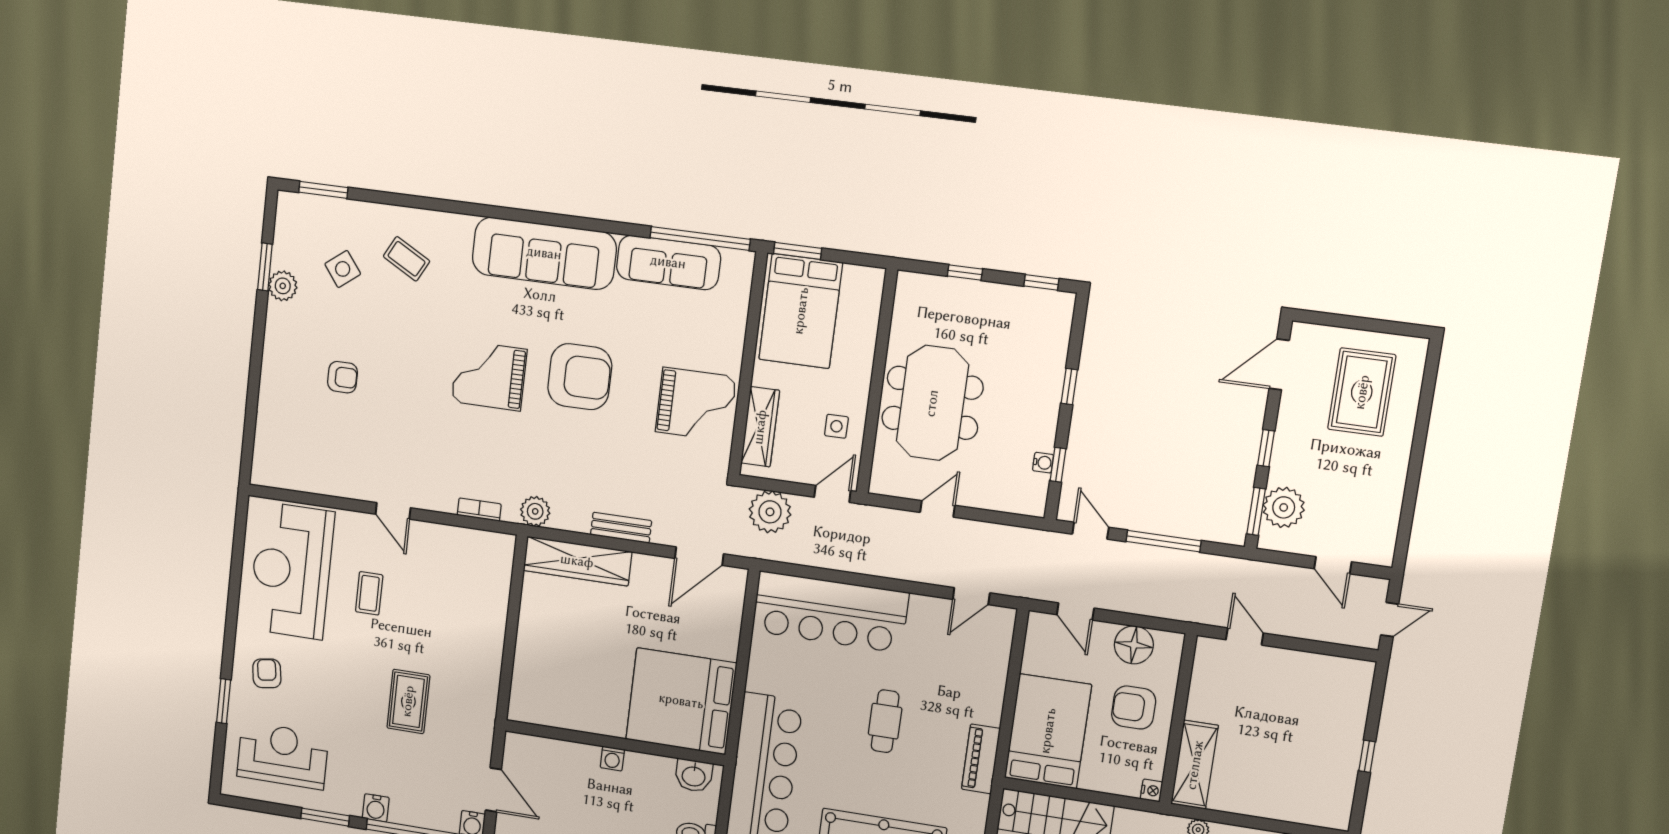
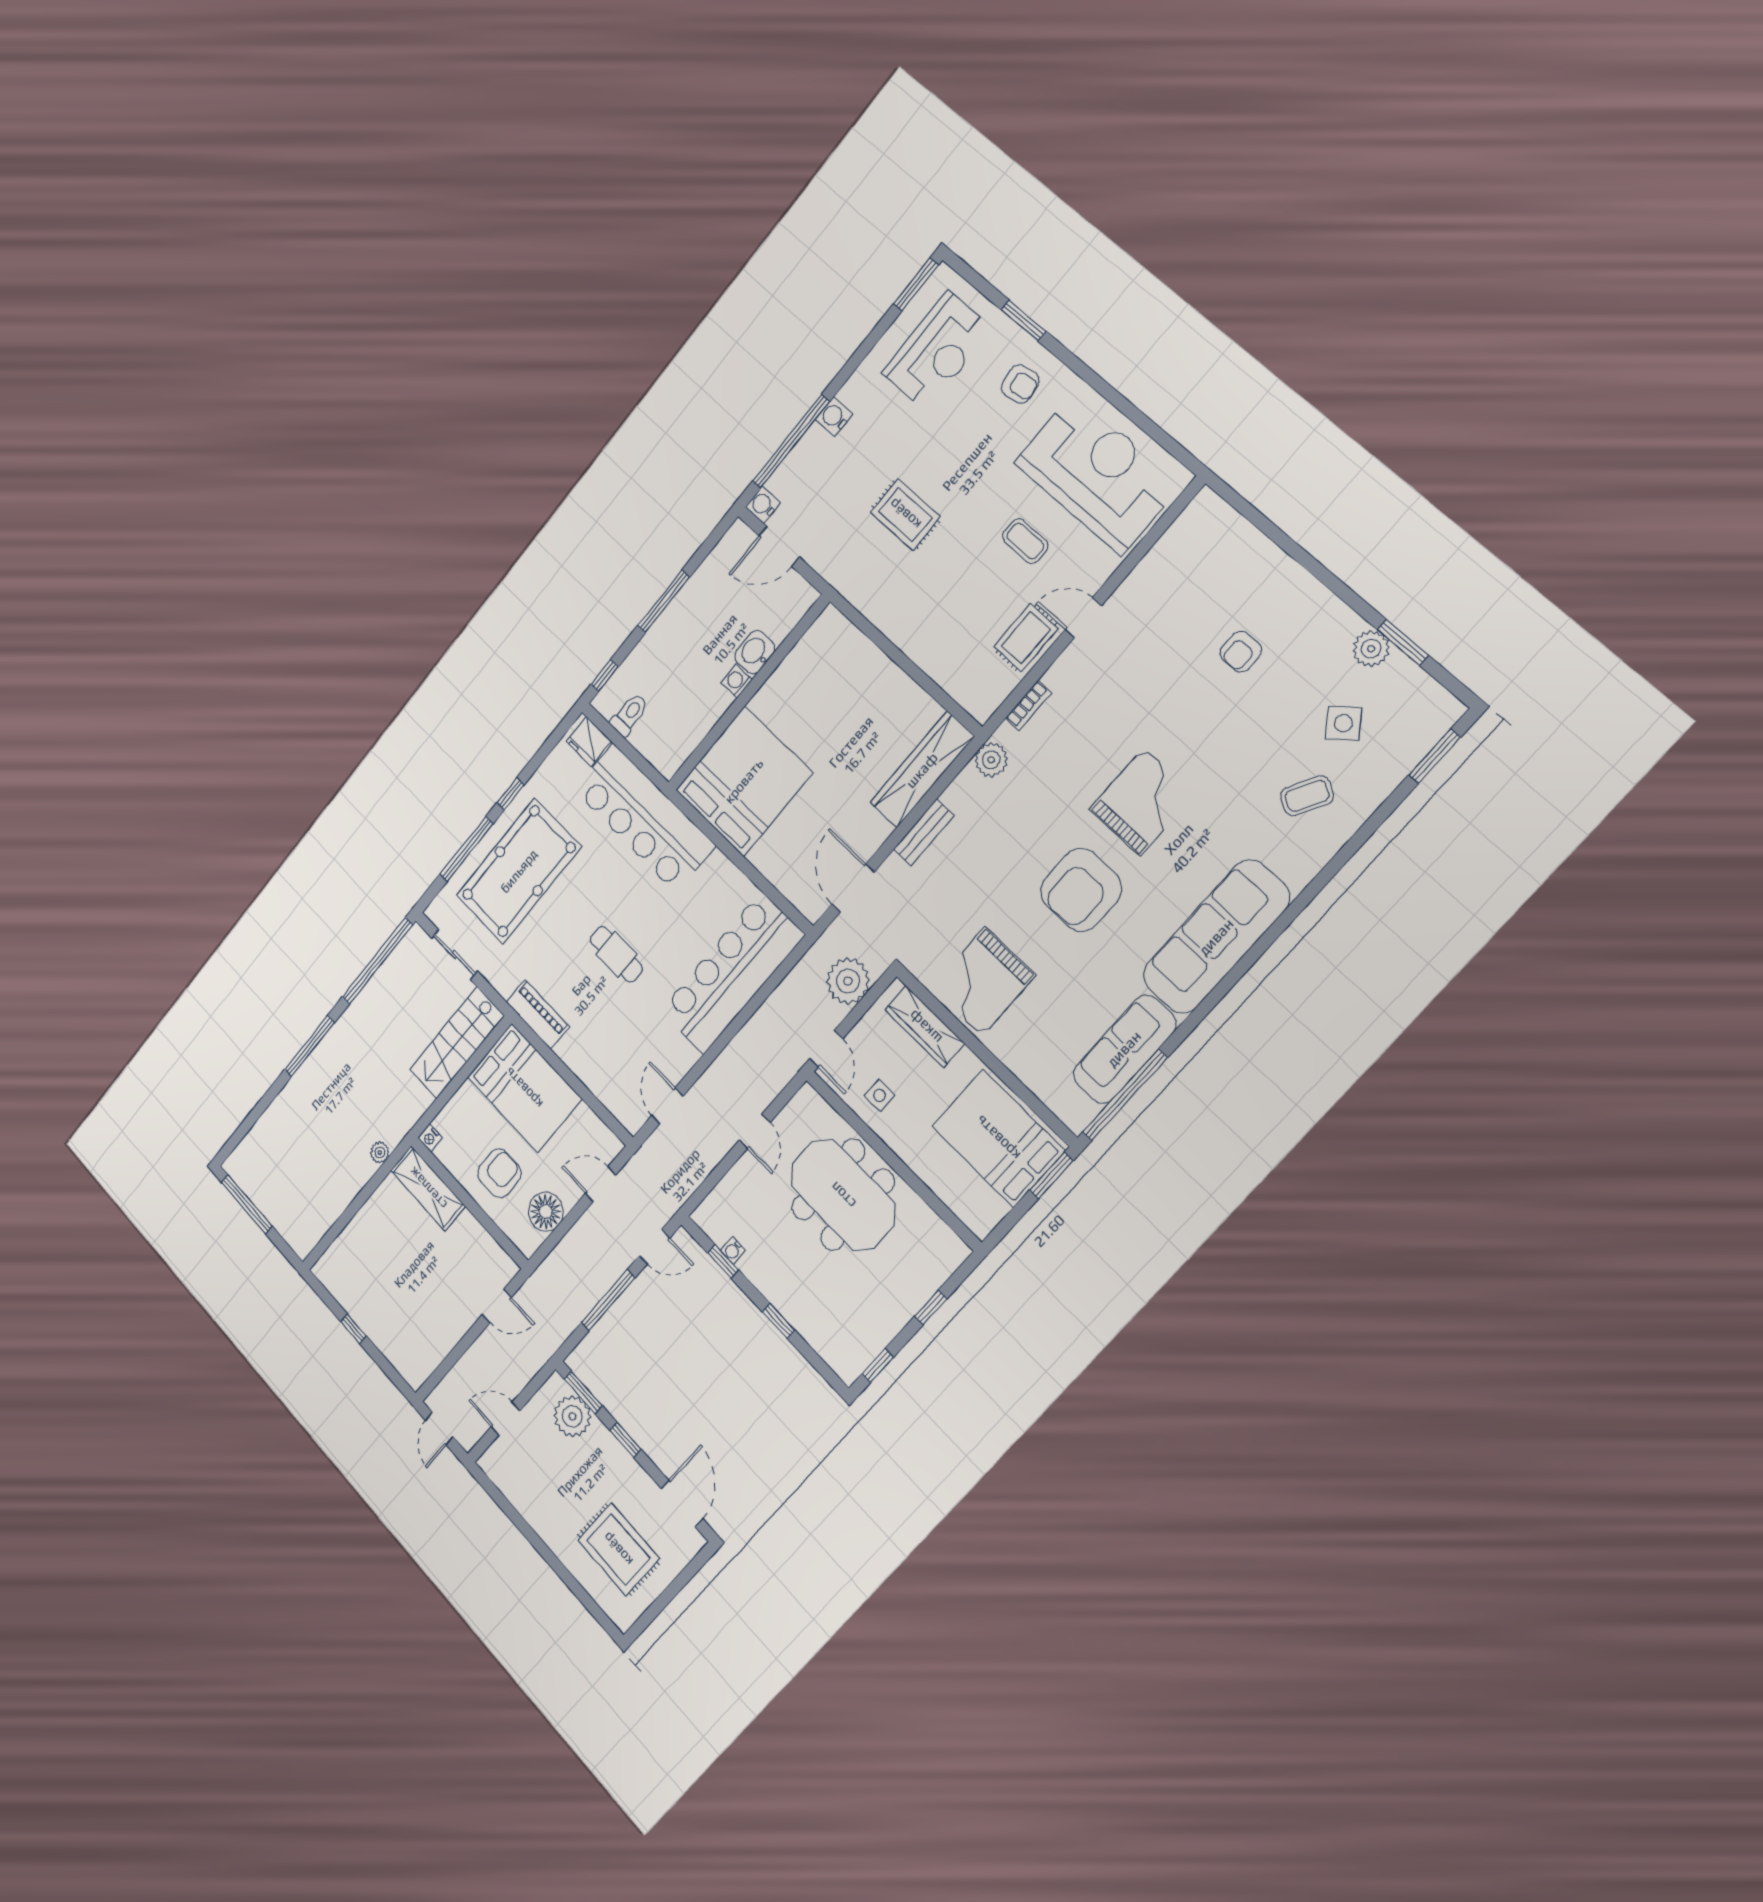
rug: (434, 545) -> (1026, 638), added
washbasin: (694, 776) -> (755, 652), moved
window: (325, 817) -> (916, 284), moved

